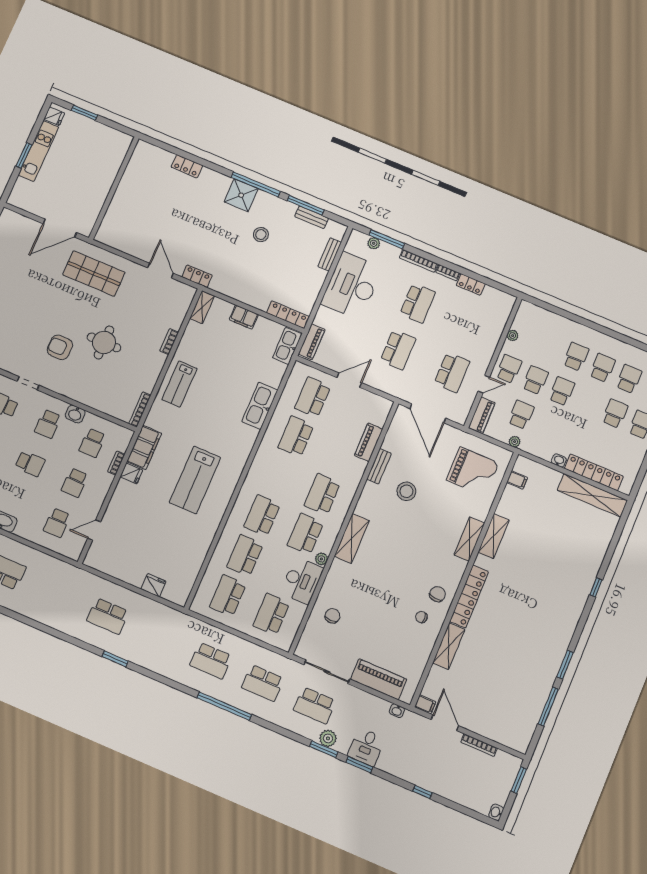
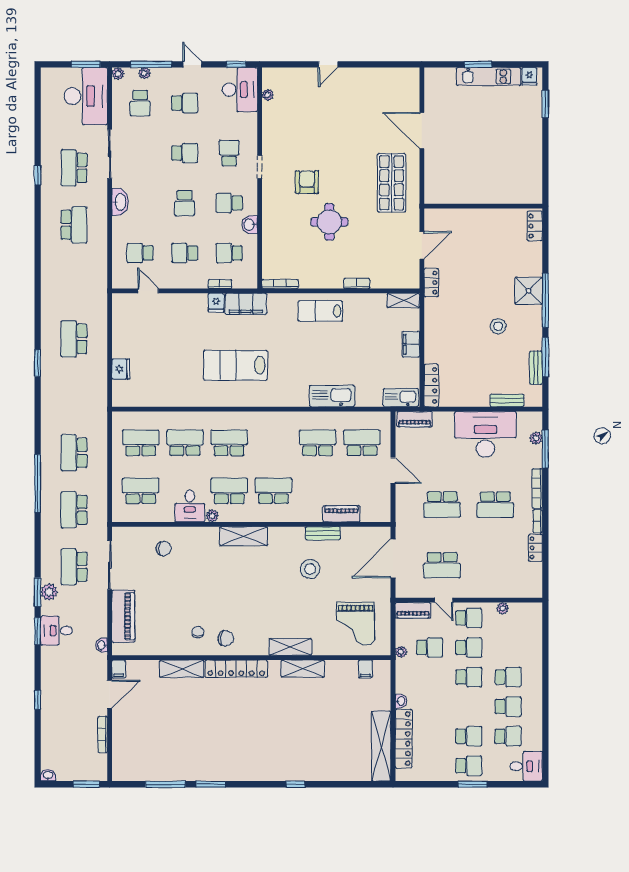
wall: (114, 188) -> (483, 206), moved
desk: (302, 581) -> (190, 506), width x0.73

